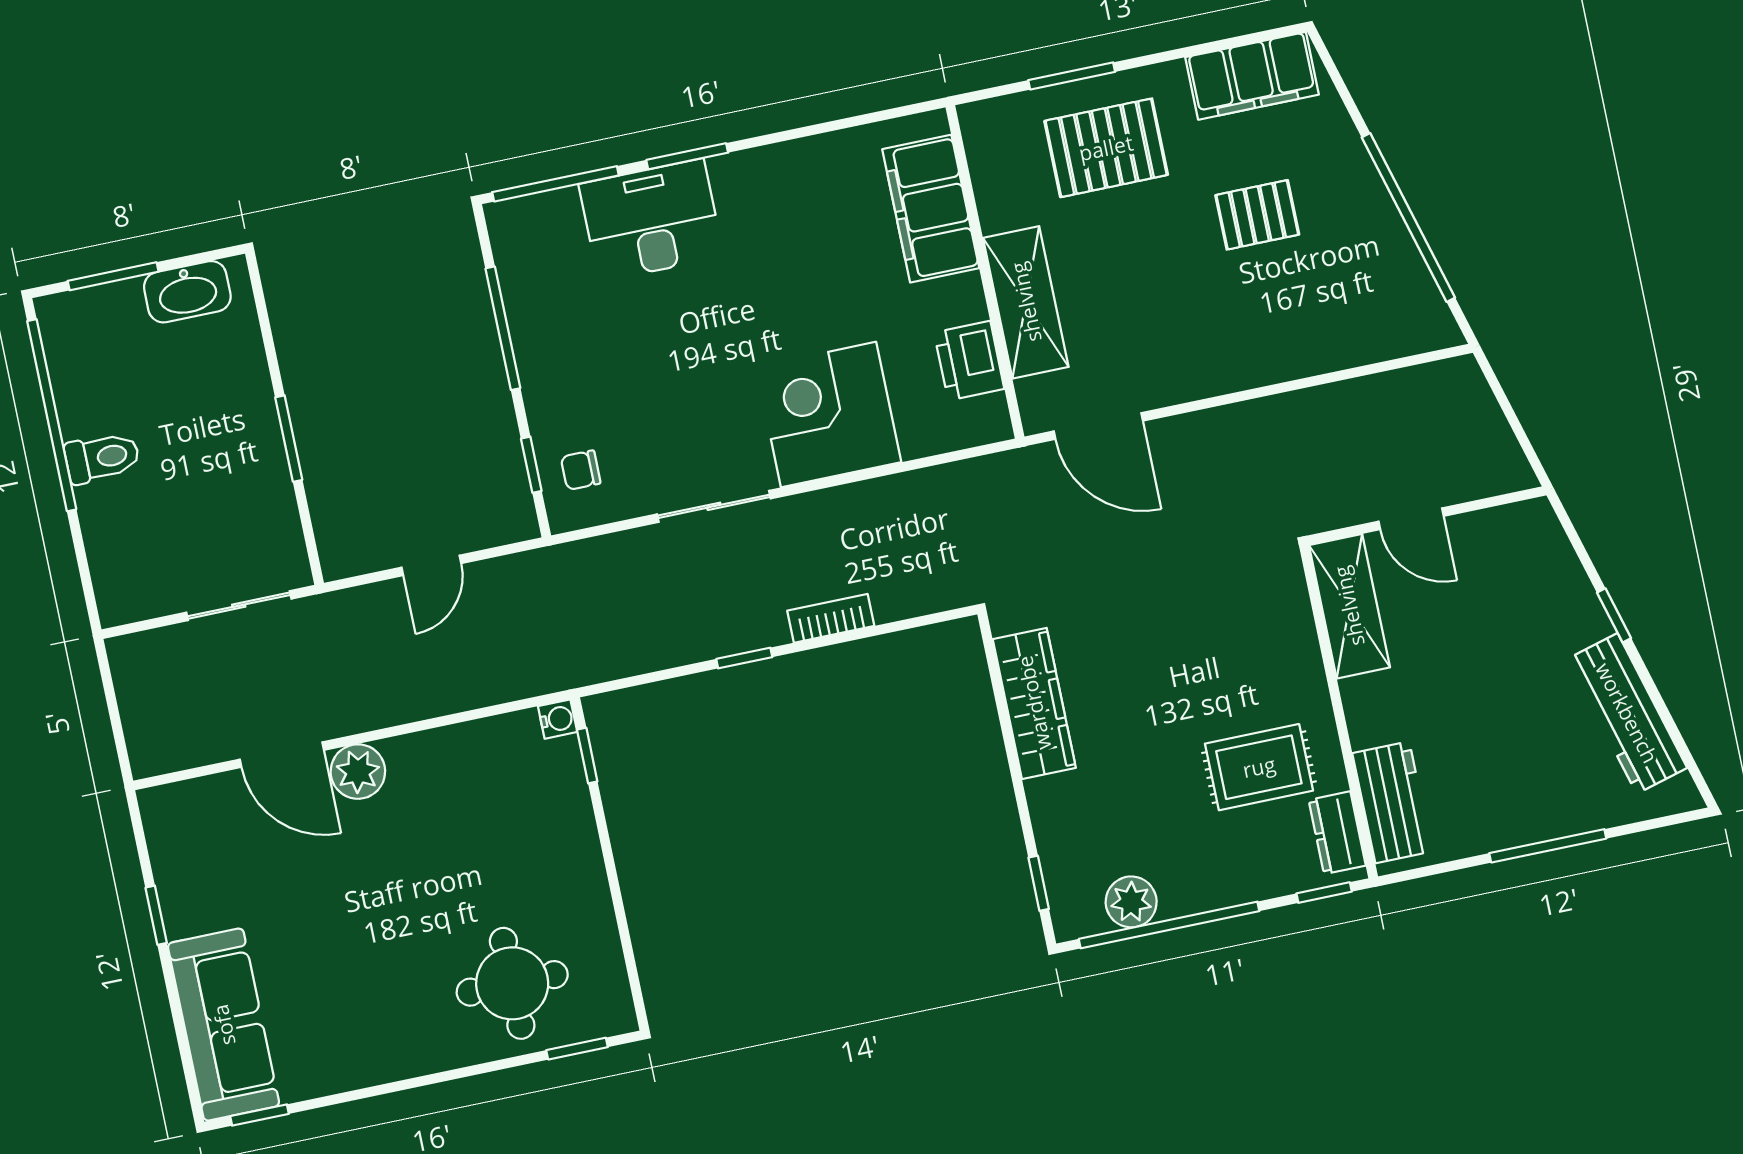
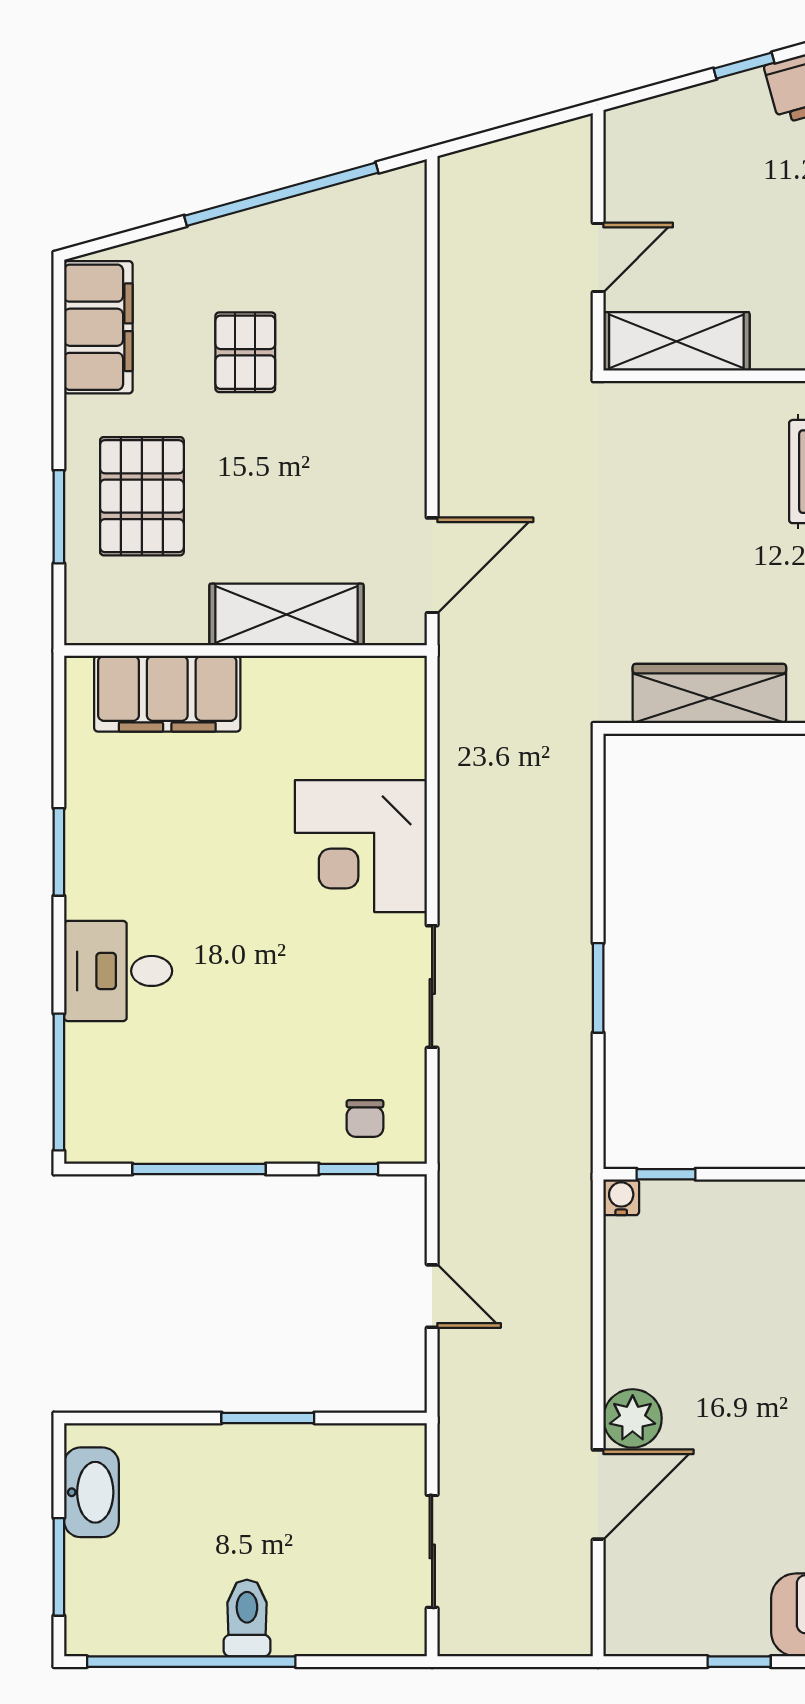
window: (687, 156) -> (59, 852), moved
desk: (651, 220) -> (118, 971), width x0.73
printer: (969, 361) -> (335, 687), removed
sliding door: (239, 606) -> (432, 1551), moved
bookcase: (831, 618) -> (575, 888), removed
window: (744, 658) -> (598, 988), width x1.50

